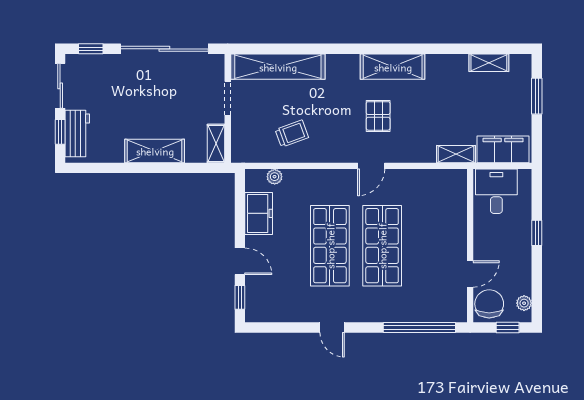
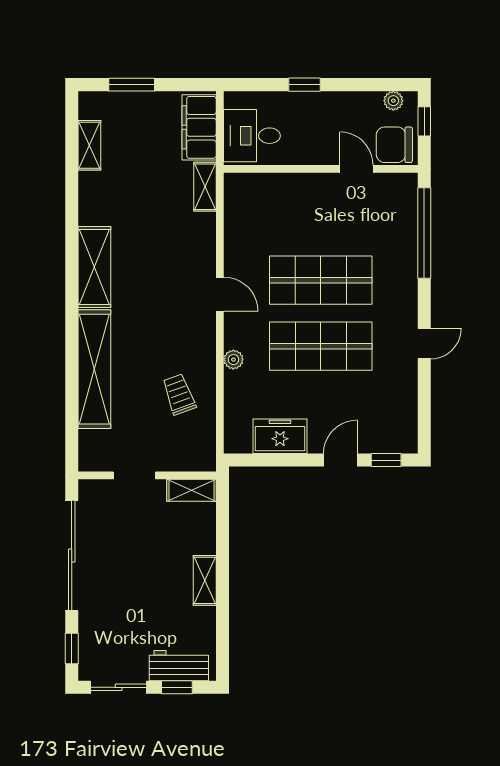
shelving: (278, 67) -> (94, 369), moved
pallet: (378, 116) -> (157, 285), removed
shelving: (155, 151) -> (205, 580), width x0.67, depth x0.75
plant: (275, 177) -> (233, 360), moved

